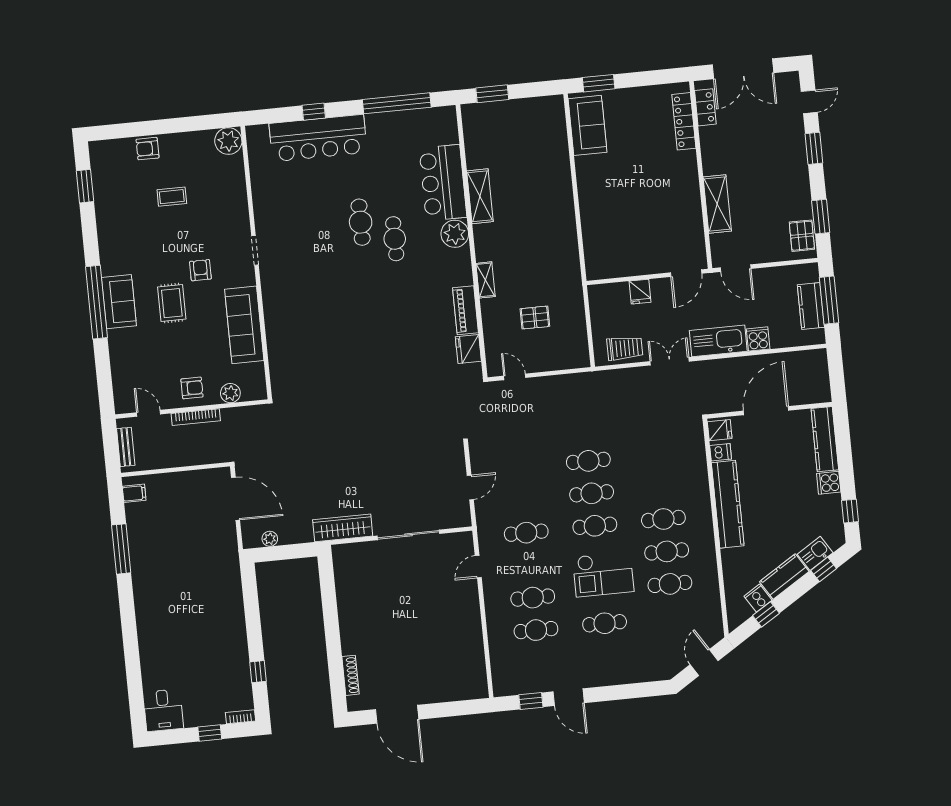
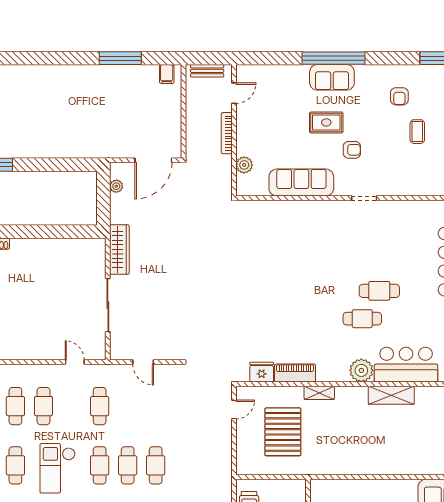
pallet: (535, 318) -> (283, 432), width x2.05, depth x2.00
armchair: (192, 388) -> (399, 96), moved

